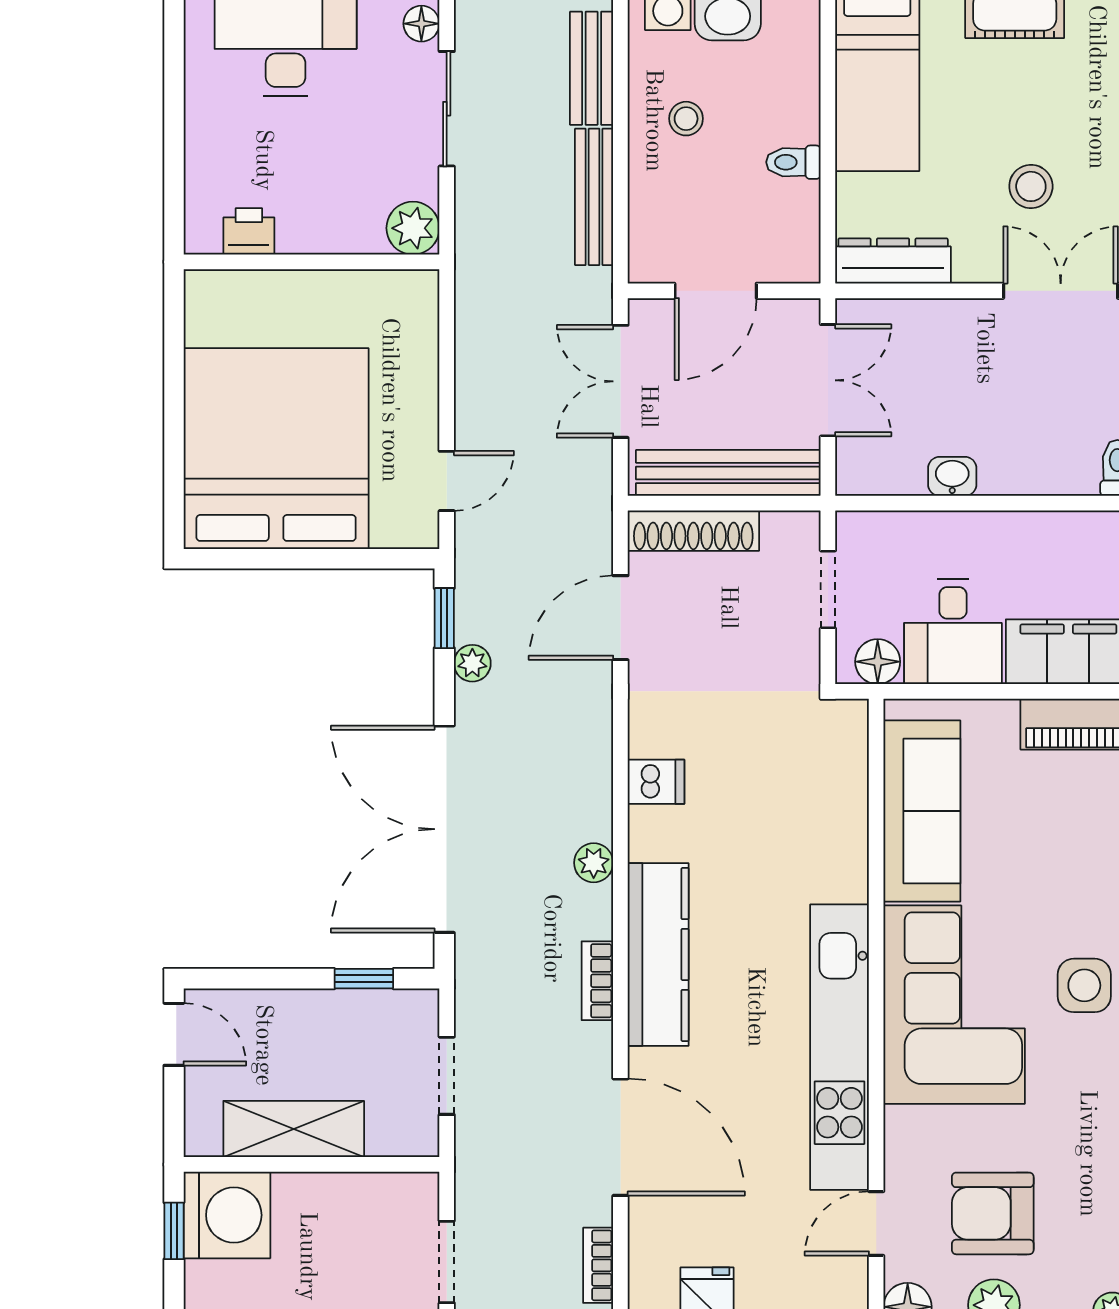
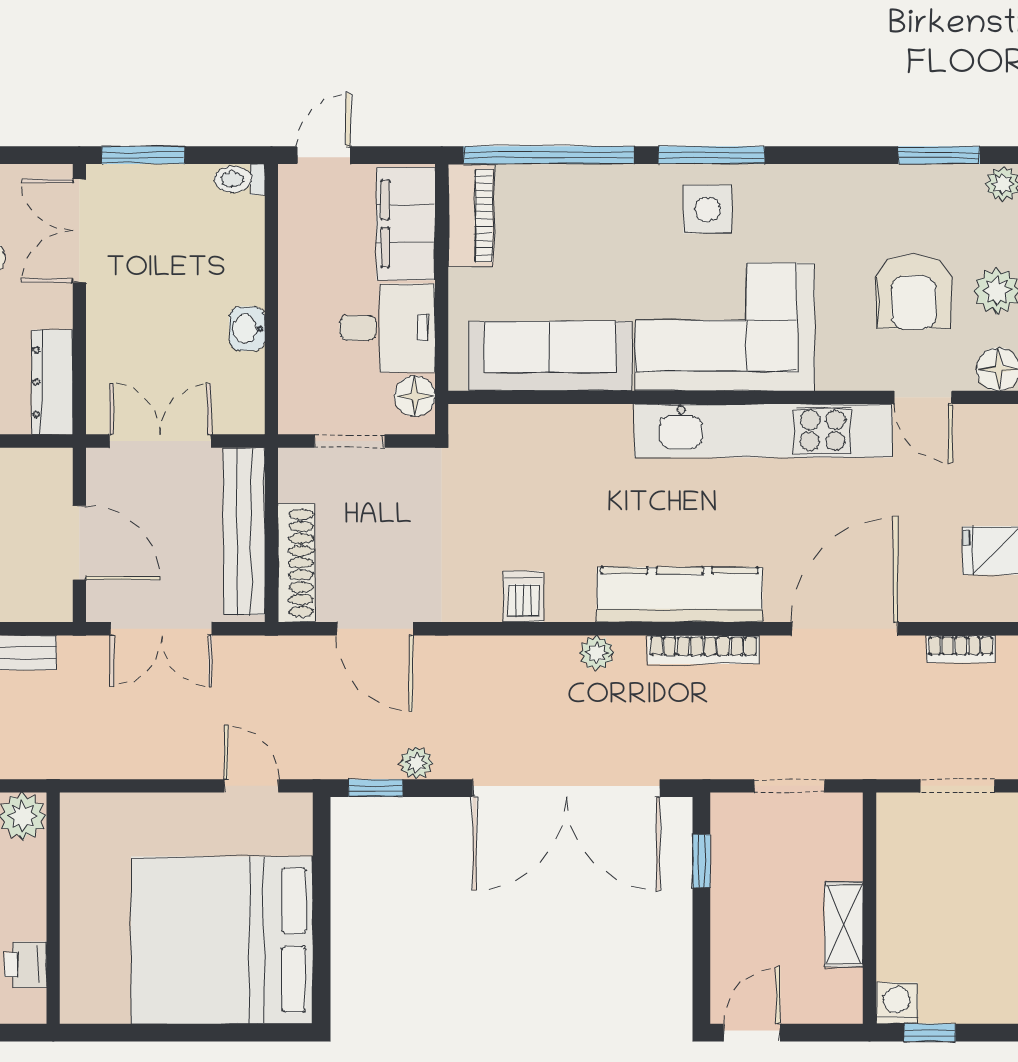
bookcase: (597, 981) -> (703, 650), width x1.56
shelving: (294, 1129) -> (844, 924), width x0.67, depth x0.75
washing machine: (227, 1215) -> (897, 1003), width x0.53, depth x0.53

